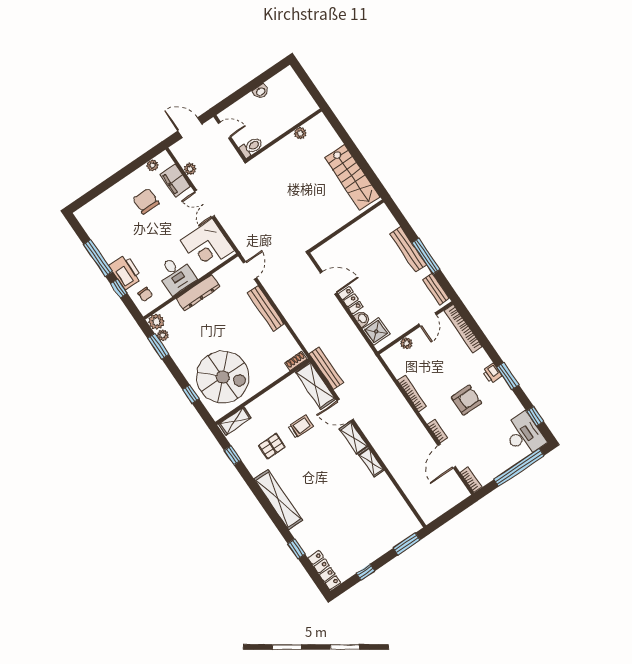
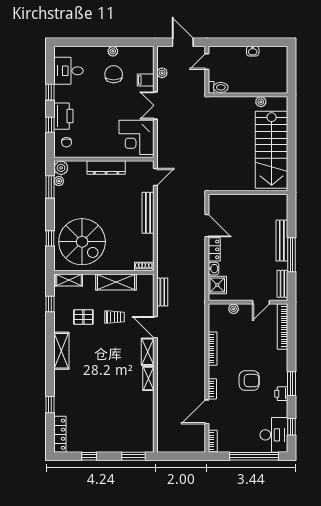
door: (224, 130) -> (207, 61), swing flipped
plant: (152, 165) -> (113, 51), moved
stairs: (352, 177) -> (272, 150), width x1.36, depth x1.51
filing cabinet: (175, 180) -> (146, 80), width x0.50
window: (98, 258) -> (50, 92), width x0.46
desk: (176, 274) -> (68, 71), moved, turned 90
bench: (326, 368) -> (162, 292), width x0.73
printer: (492, 373) -> (281, 394), moved
shelving: (315, 385) -> (116, 282), moved, turned 90
shelving: (278, 500) -> (61, 351), width x0.68

